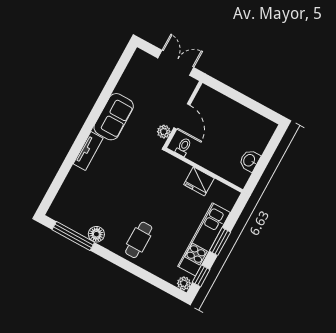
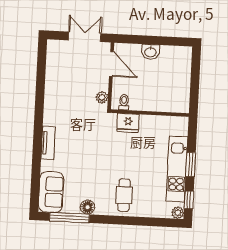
door: (182, 116) -> (111, 64), moved
sofa: (114, 117) -> (51, 192), moved
washbasin: (250, 160) -> (150, 52), moved, turned -90
fridge: (199, 181) -> (128, 123), moved

